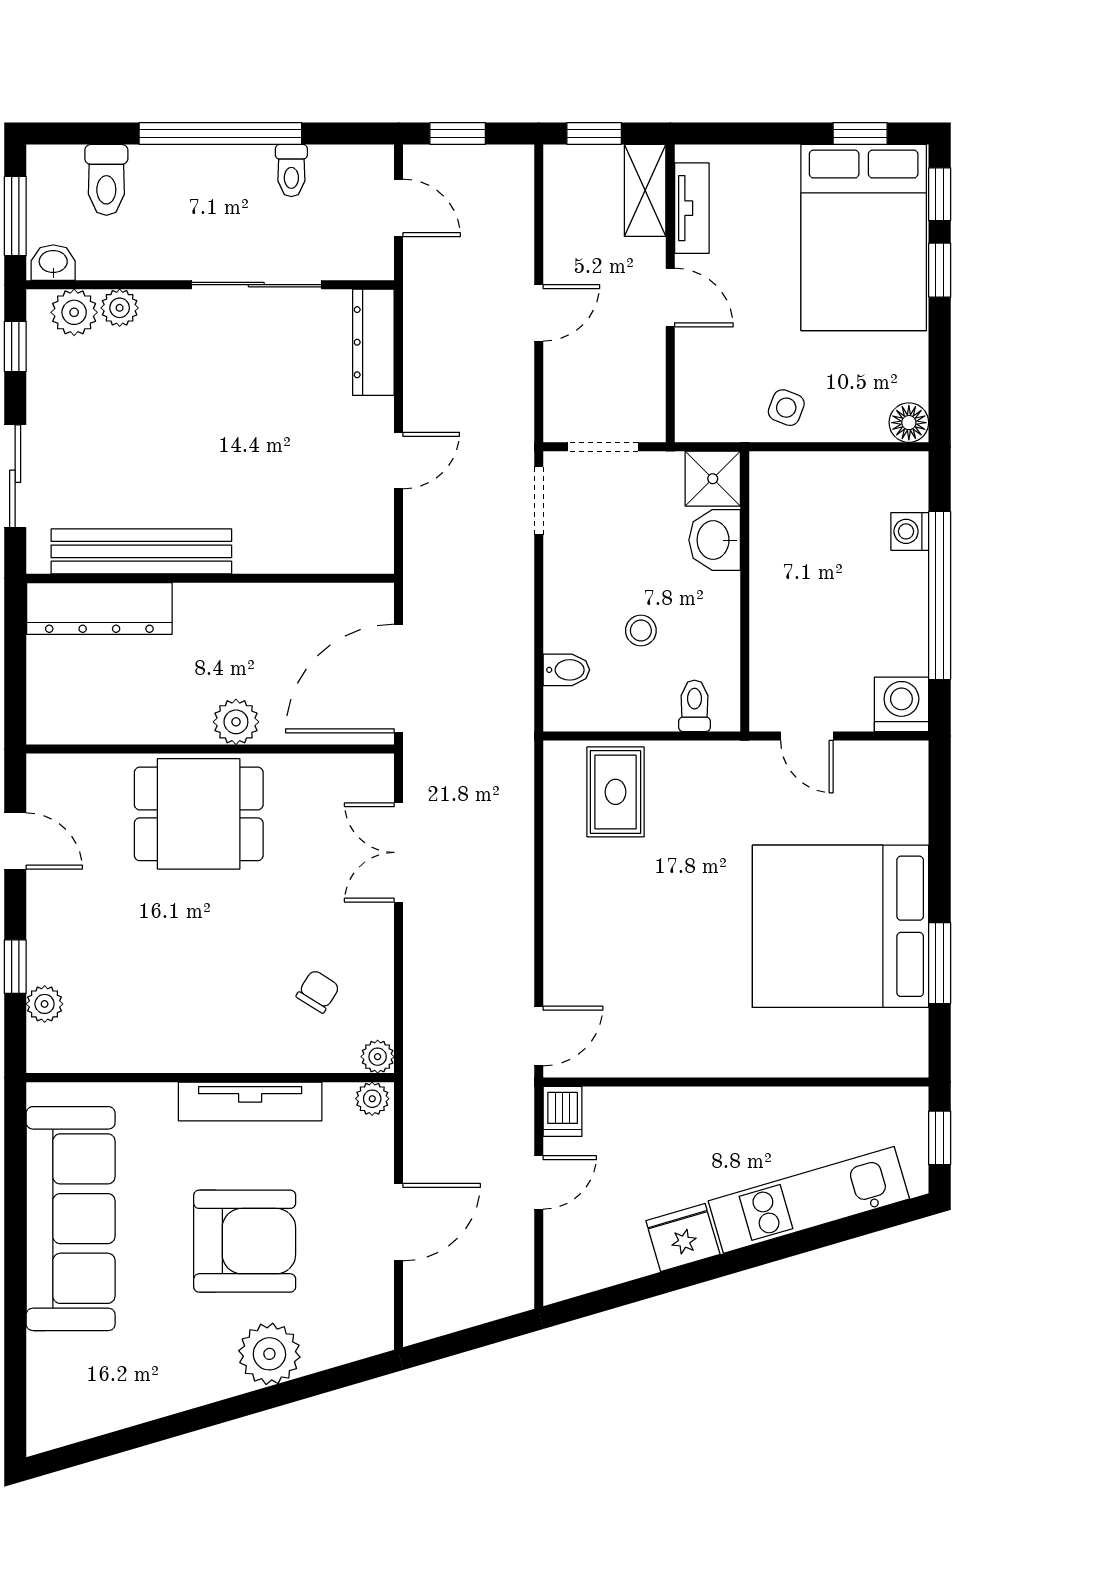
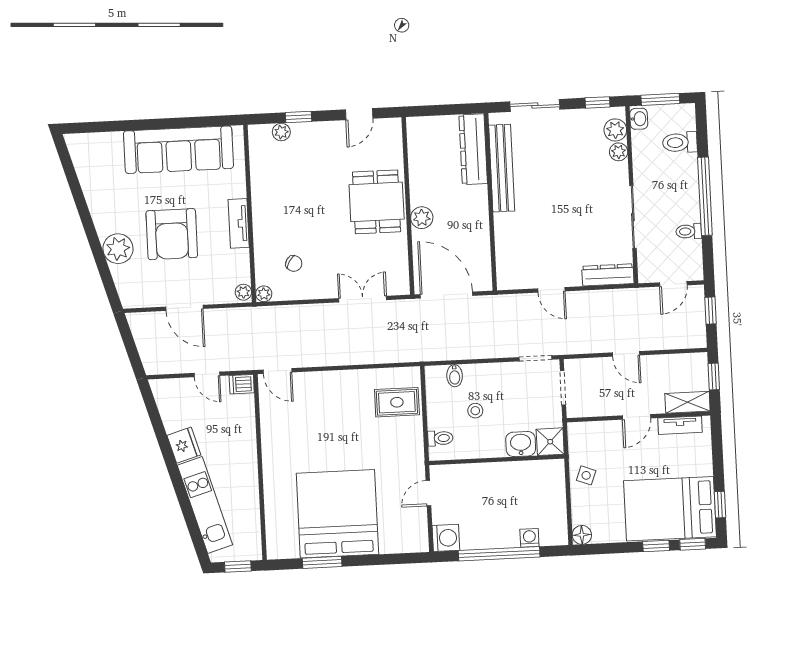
tv unit: (250, 1101) -> (239, 223), width x0.71

